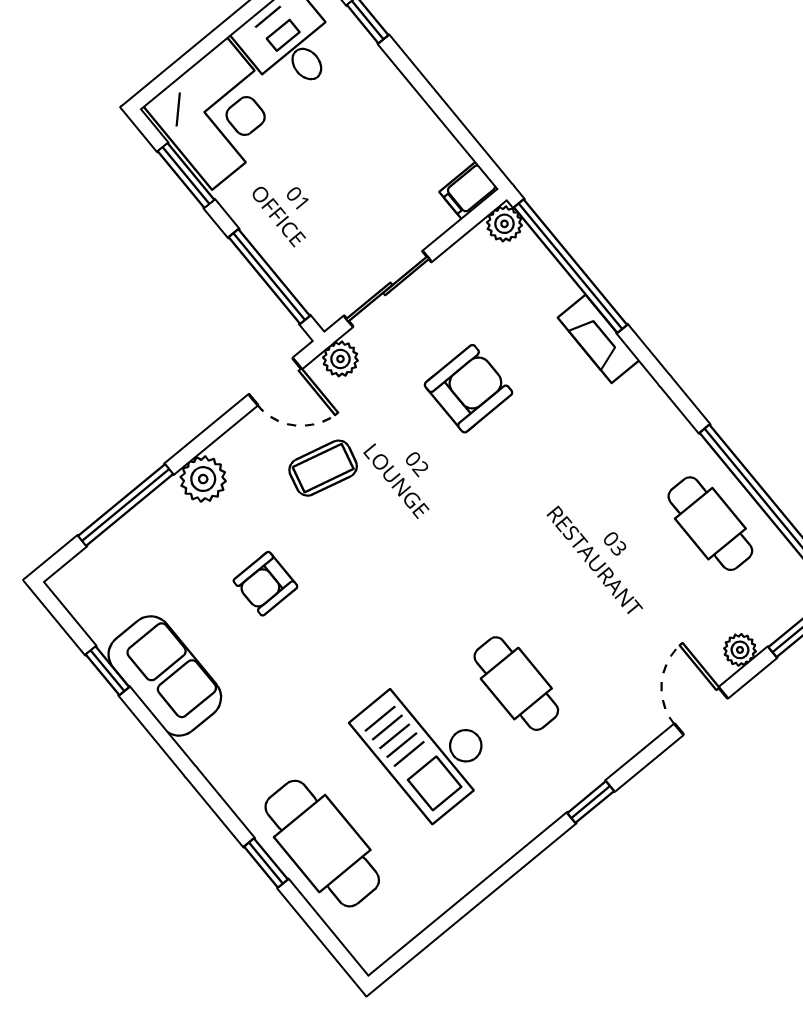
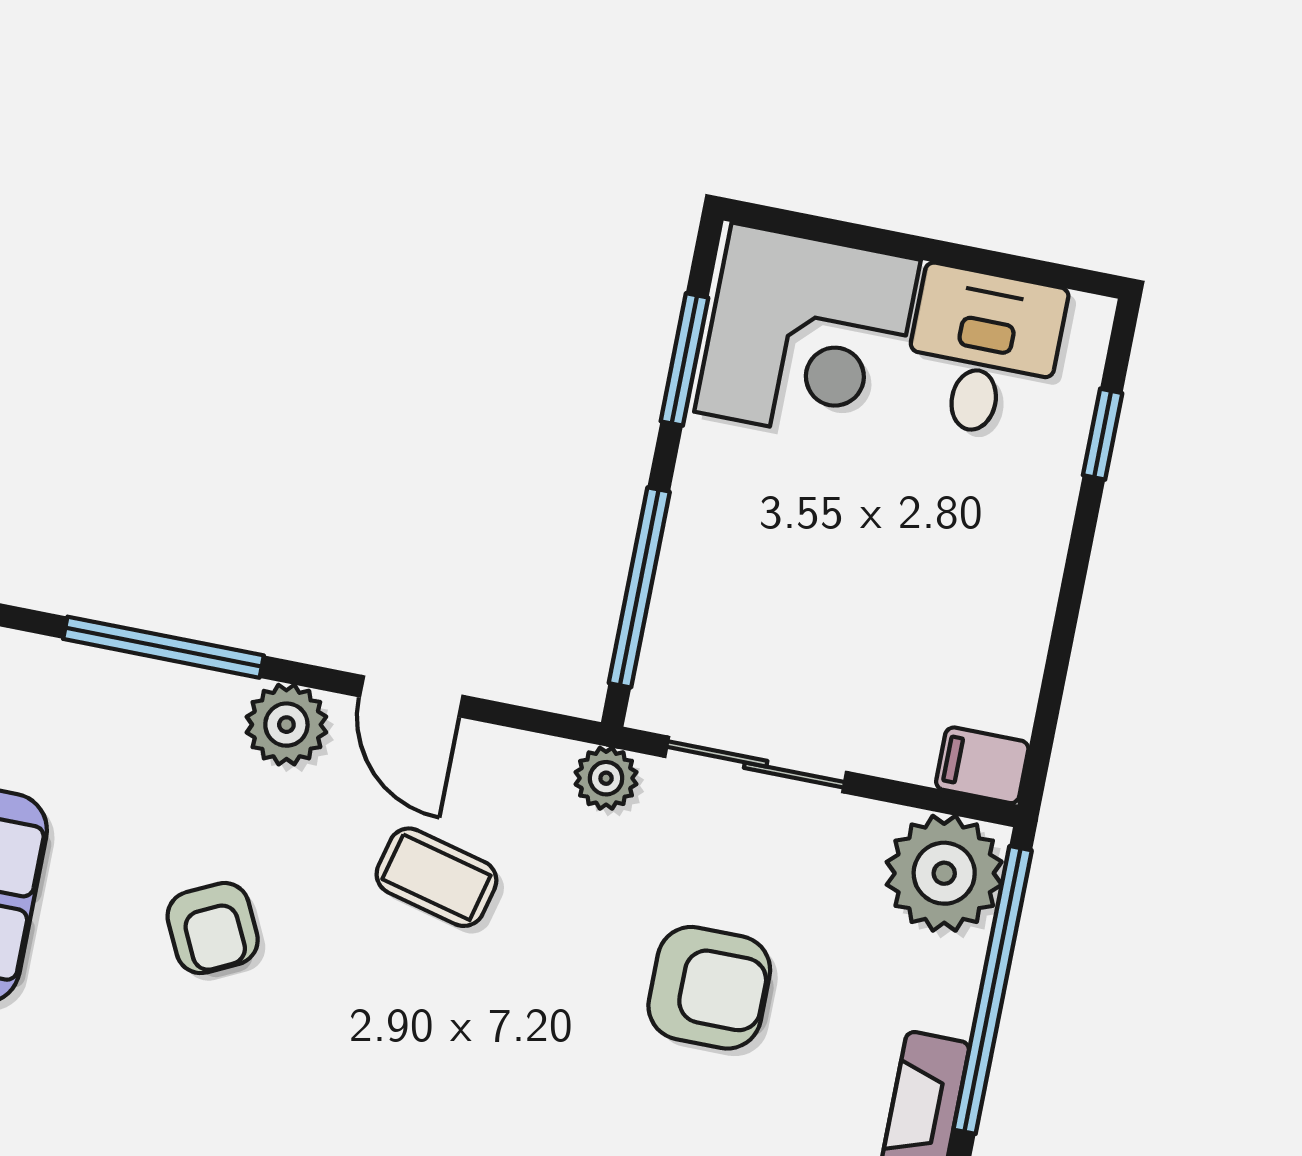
plant: (504, 224) -> (944, 873), width x1.88, depth x1.88
door: (275, 382) -> (411, 696), moved
armchair: (265, 584) -> (213, 928), turned -116

